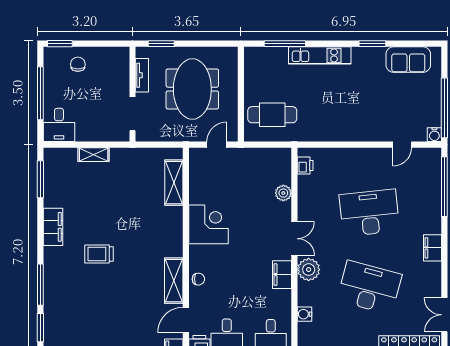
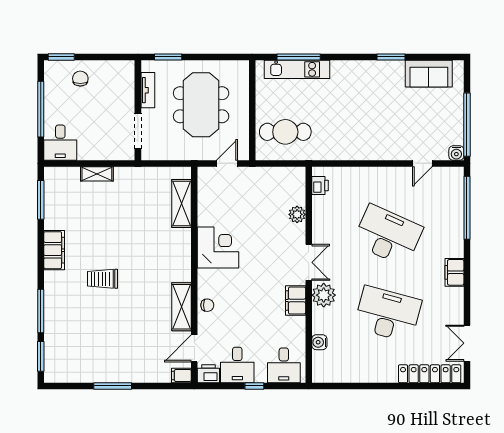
kitchen unit: (320, 55) -> (297, 69), moved
desk: (369, 213) -> (388, 235), turned 30

